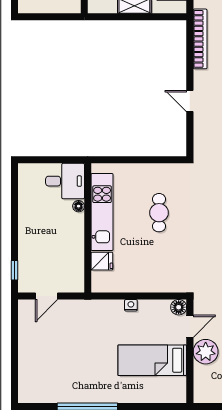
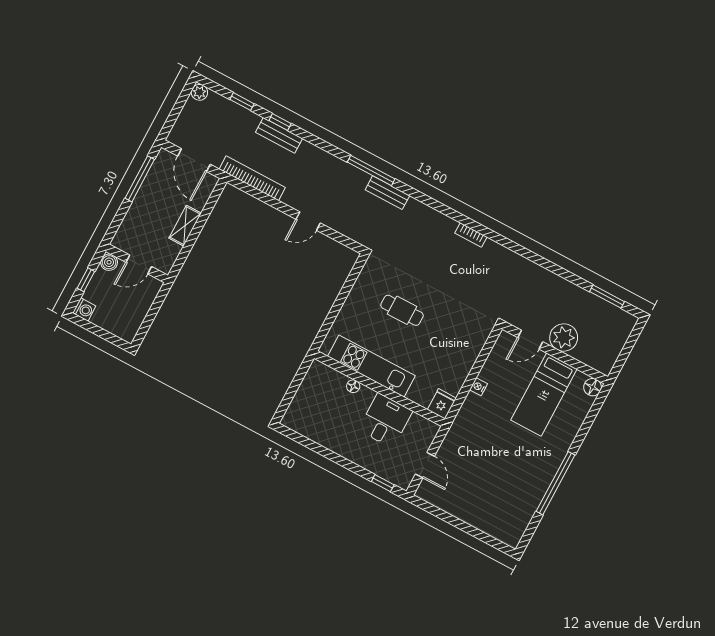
desk: (65, 181) -> (385, 420), moved
fridge: (102, 261) -> (442, 404), moved
floor lamp: (179, 307) -> (593, 387), moved
door: (190, 326) -> (530, 340), swing flipped

